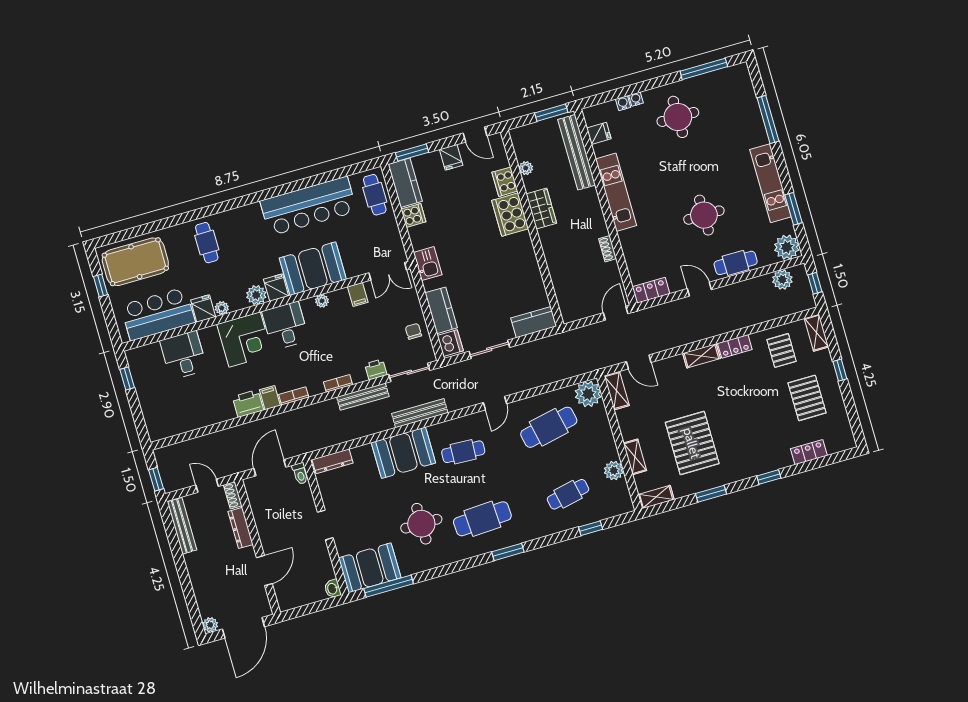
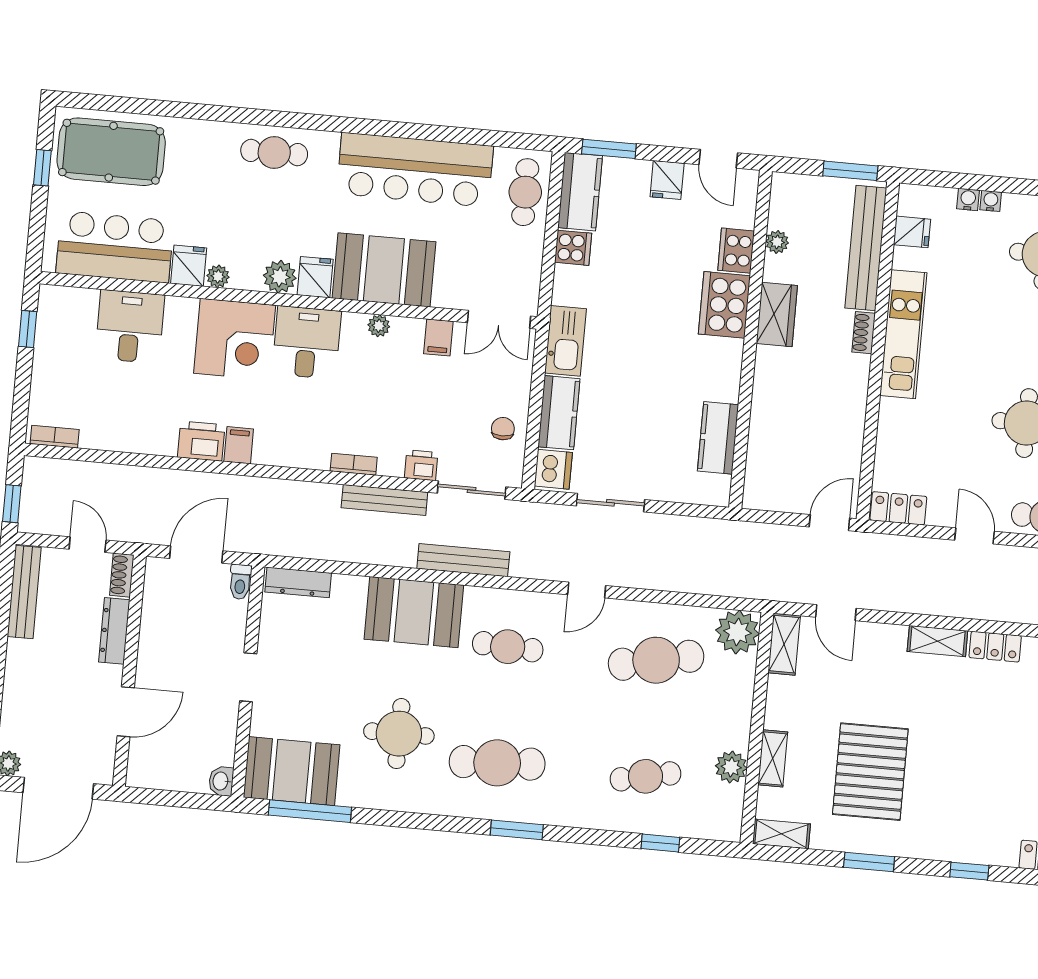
cafe table: (207, 243) -> (274, 152), moved, turned 90
shoe rack: (608, 249) -> (864, 333), moved
kitchen sink: (428, 264) -> (565, 341), width x1.38
kitchen counter: (534, 322) -> (718, 438), moved, turned -90
bookcase: (294, 396) -> (55, 437), moved

